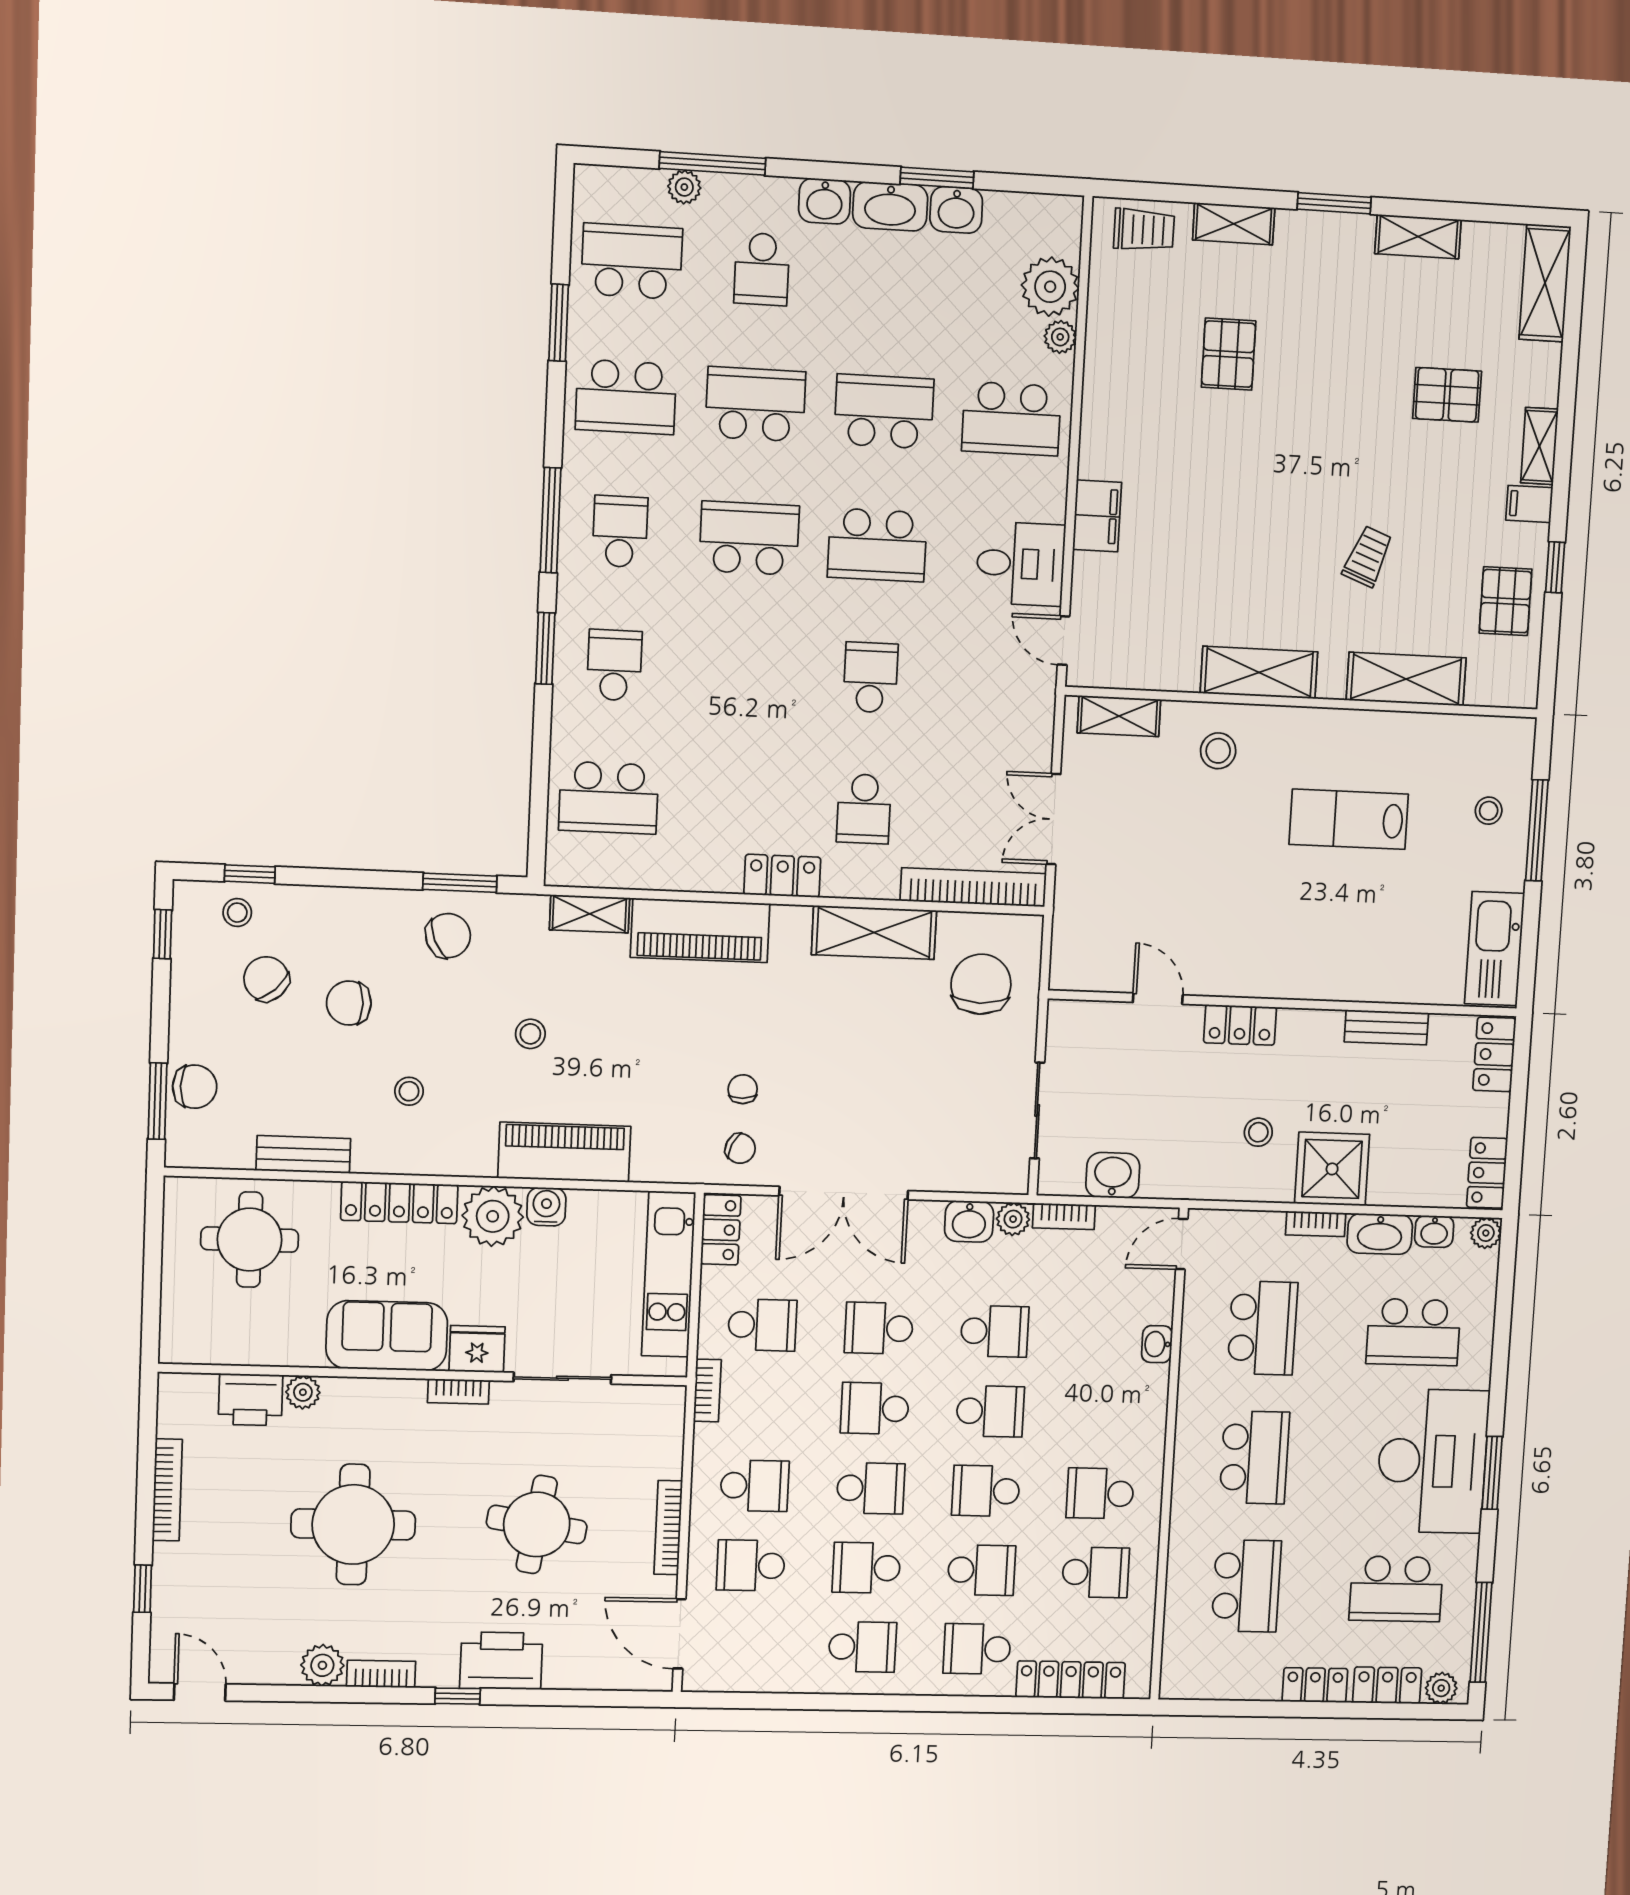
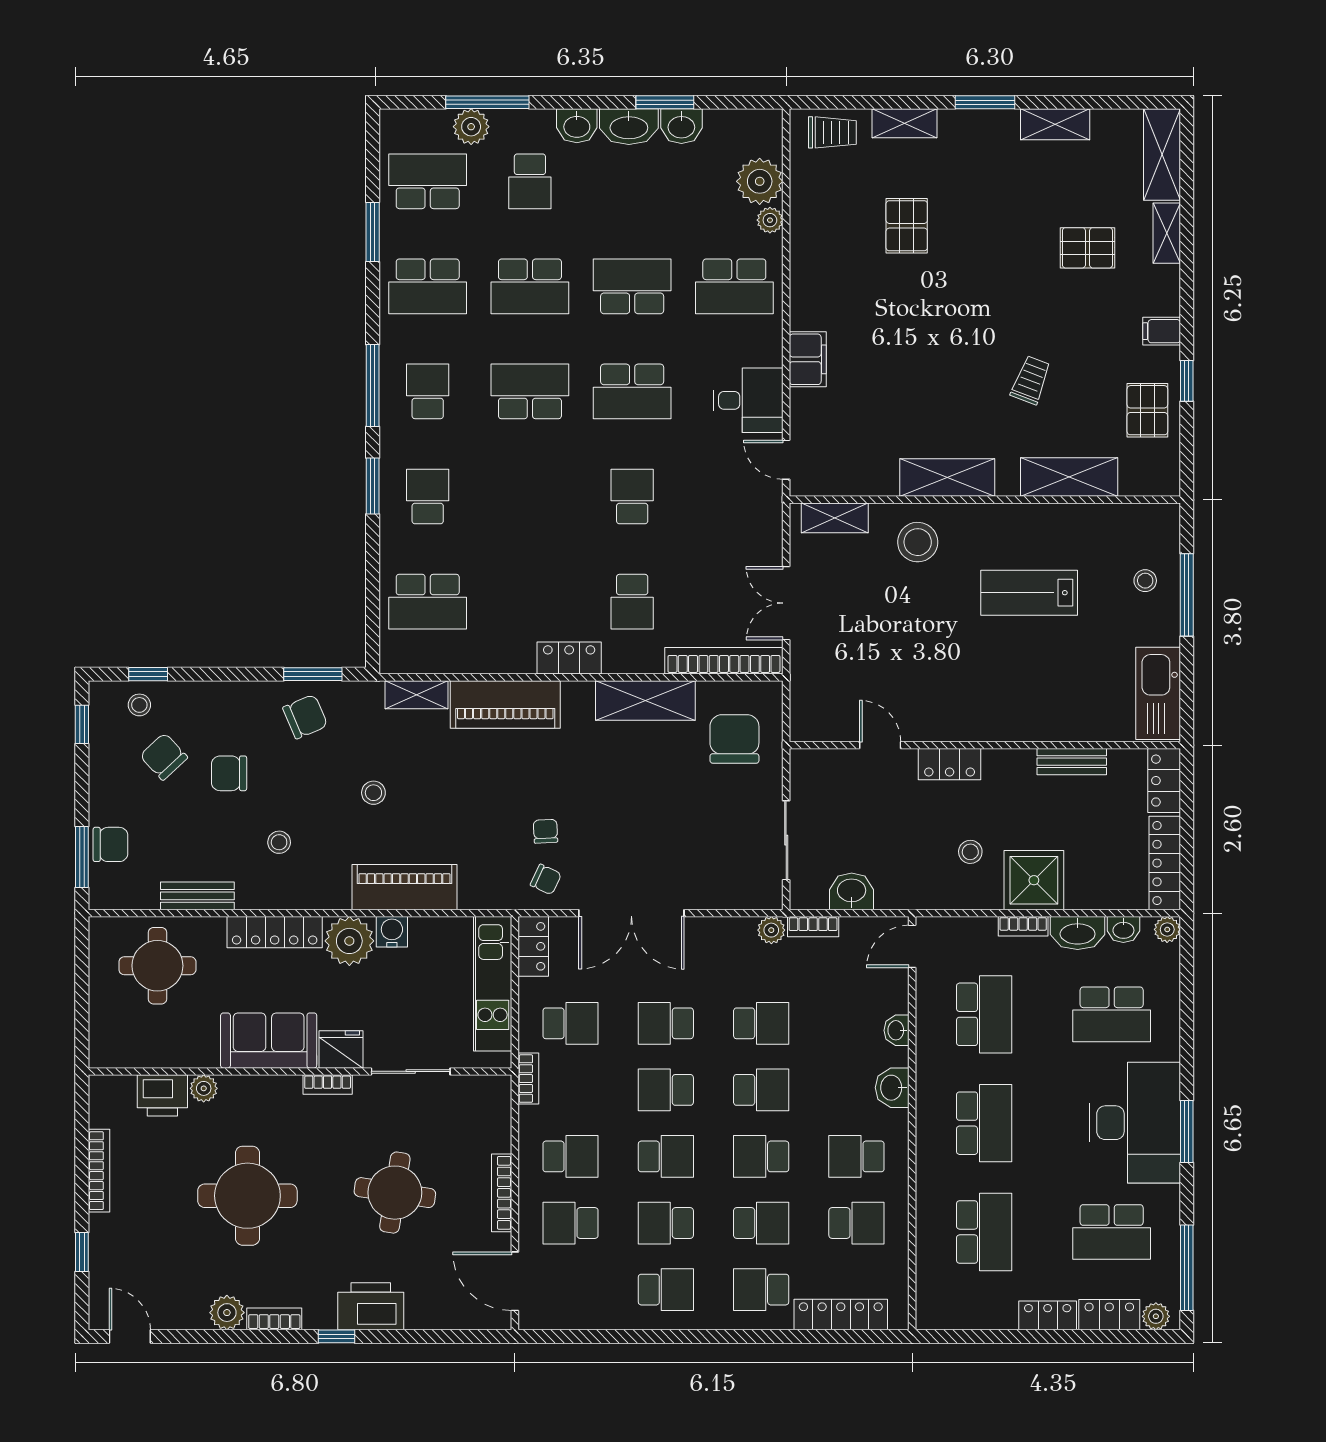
plant: (684, 187) -> (471, 127), width x1.38, depth x1.38
school desk: (755, 404) -> (530, 286), turned 180
shelving: (1539, 446) -> (1167, 233), moved
stool: (1218, 751) -> (918, 542), width x1.38, depth x1.38
locker: (1487, 1173) -> (1165, 863), width x1.53
washbasin: (969, 1221) -> (892, 1088), moved, turned 90

